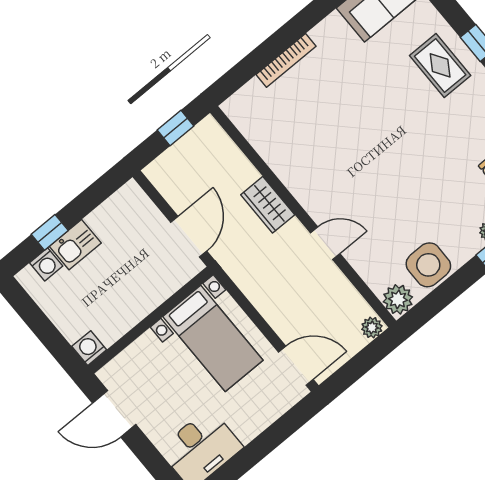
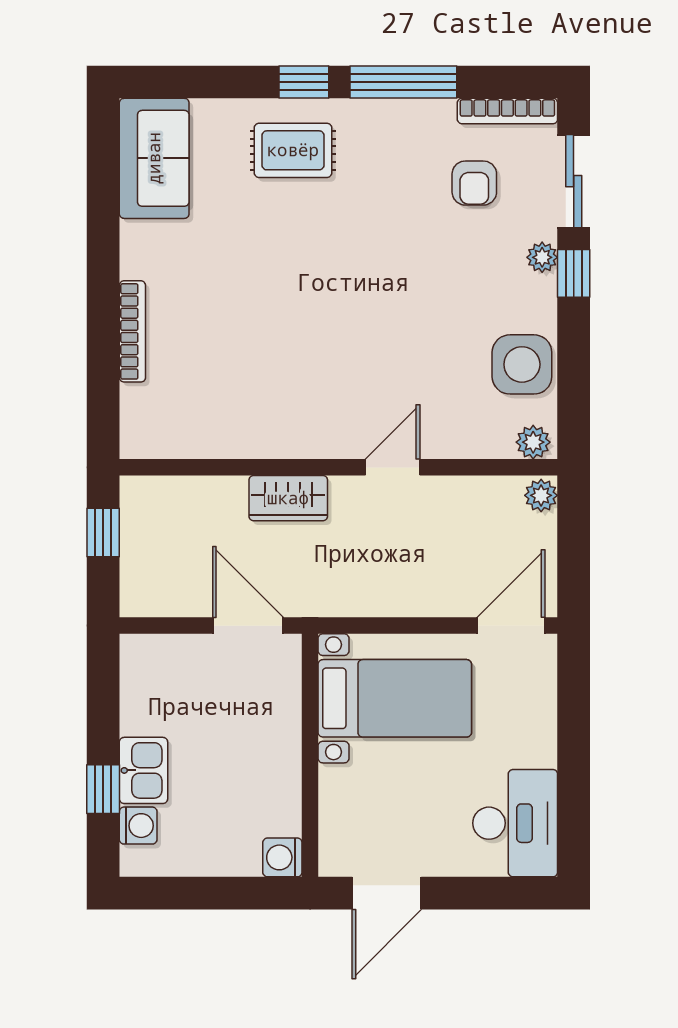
plant: (398, 299) -> (533, 442), width x0.73, depth x0.73

